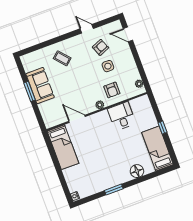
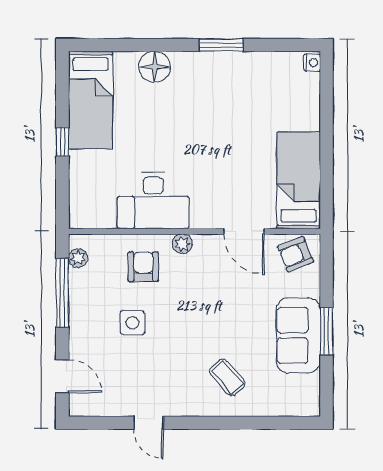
armchair: (101, 47) -> (295, 254), moved
window: (140, 68) -> (62, 293), added
desk: (122, 116) -> (153, 201), width x1.37

